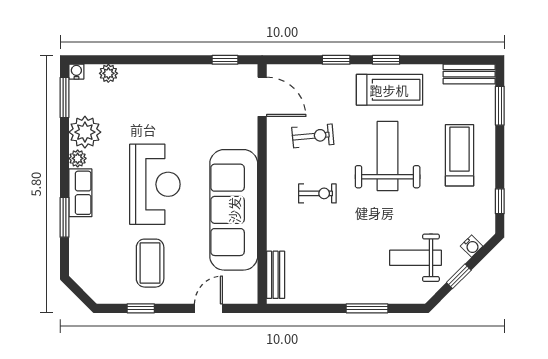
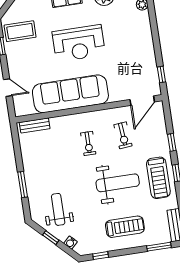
coffee table: (150, 263) -> (20, 31), moved

